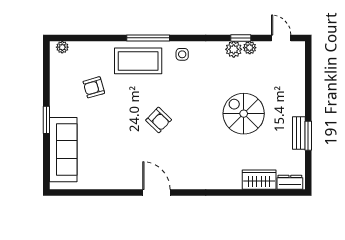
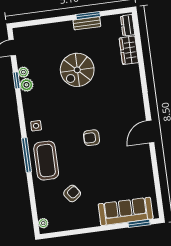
armchair: (94, 87) -> (72, 193), turned -110
window: (46, 120) -> (139, 223), moved
armchair: (159, 120) -> (92, 138), turned -134

